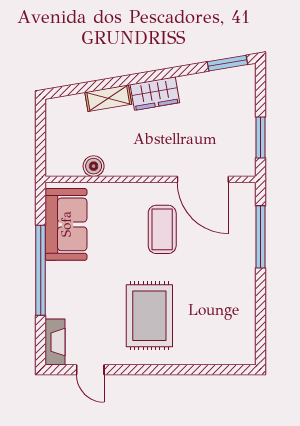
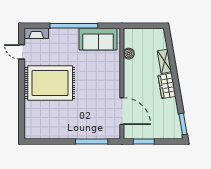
door: (203, 179) -> (122, 111), swing flipped
coffee table: (162, 229) -> (95, 90), removed
rug: (149, 316) -> (50, 83), width x1.37, depth x1.44
door: (90, 370) -> (22, 52), hinge flipped

